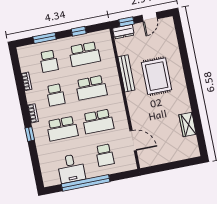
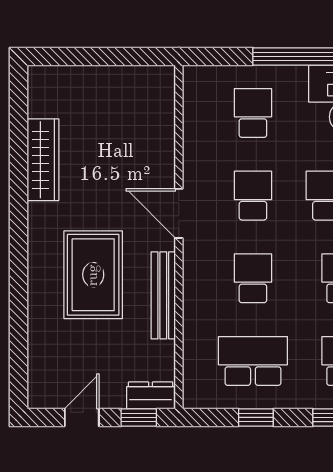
school desk: (91, 88) -> (253, 278), width x0.54
school desk: (98, 121) -> (253, 196), width x0.54
wardrobe: (188, 124) -> (43, 160), width x1.50
door: (133, 141) -> (179, 213), moved

